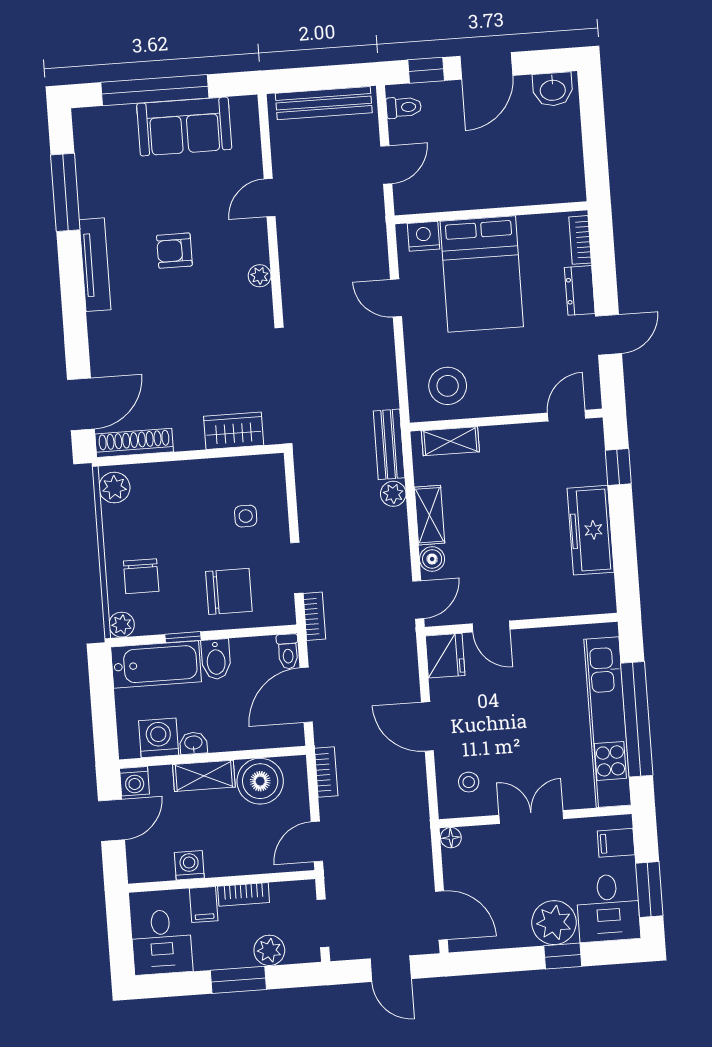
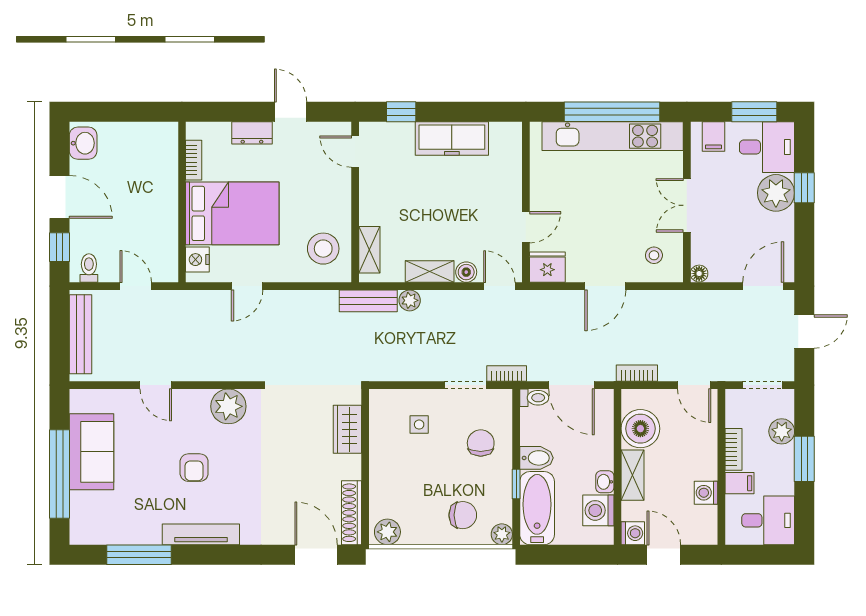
bookcase: (580, 240) -> (194, 160), moved, turned -90
plant: (260, 276) -> (228, 406), width x1.87, depth x1.87
chair: (229, 591) -> (481, 443), width x0.73, depth x0.73

